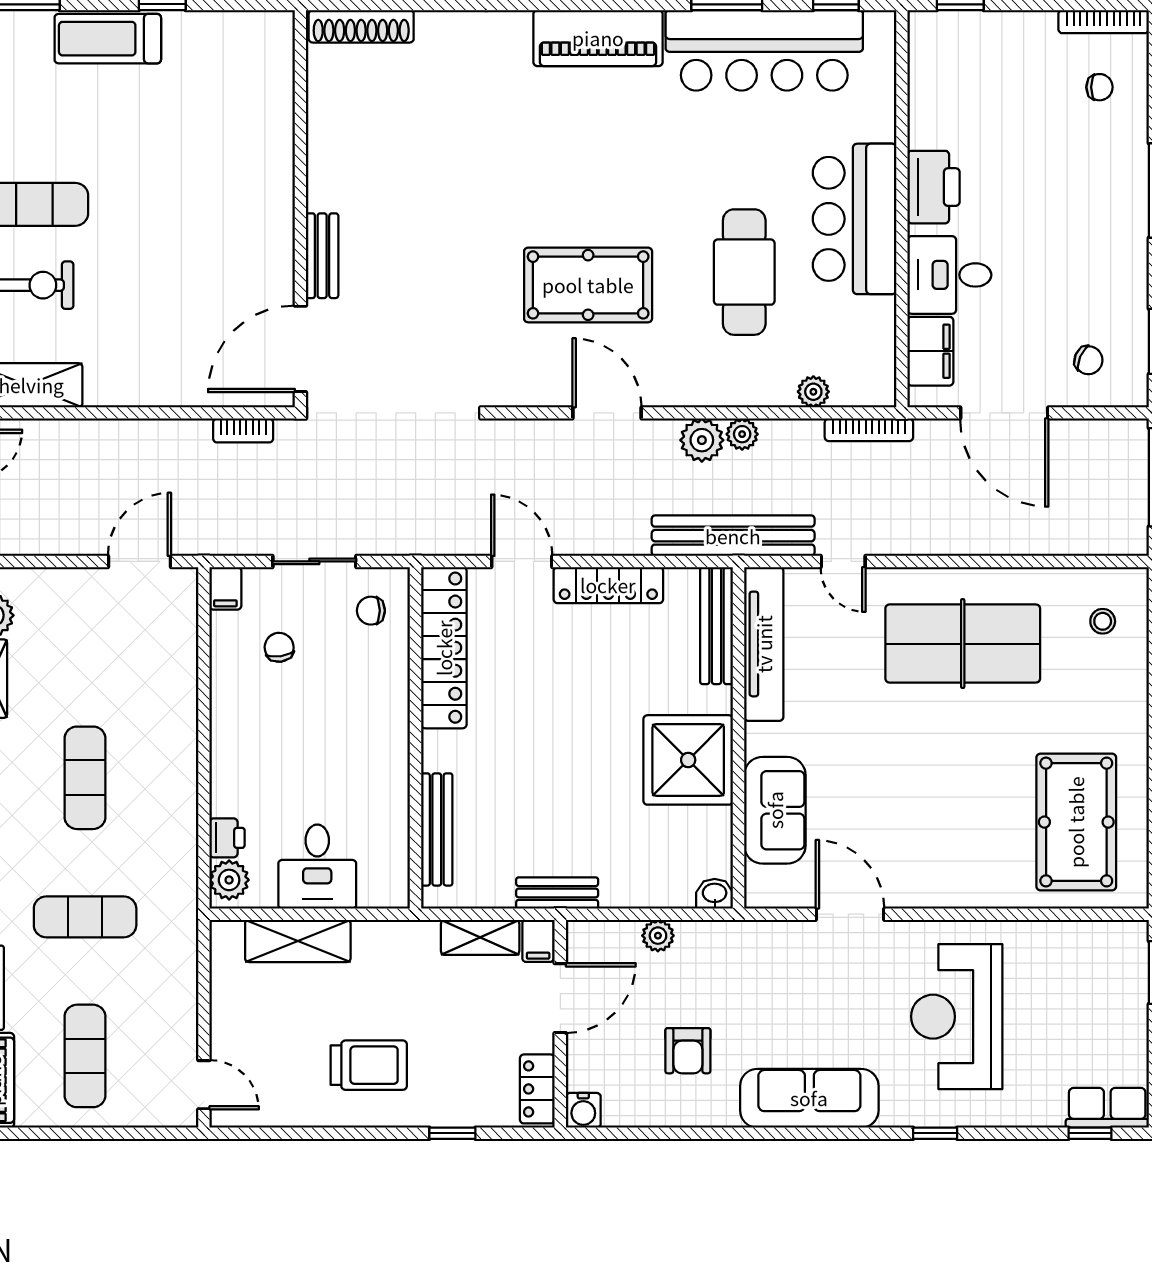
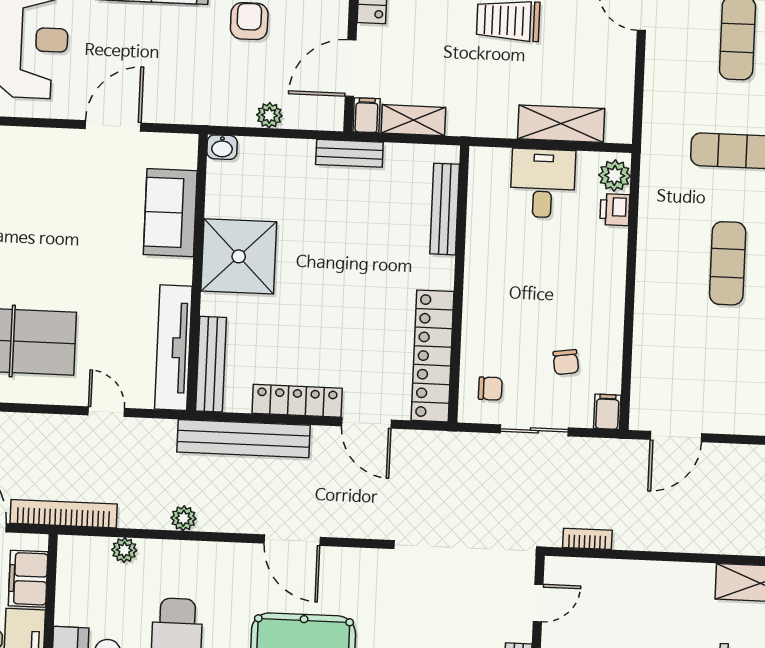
door: (300, 349) -> (538, 603), width x0.53
bookcase: (869, 430) -> (64, 514), width x1.48, depth x1.31
plant: (702, 440) -> (216, 515), removed
bench: (733, 536) -> (244, 439), moved
door: (850, 914) -> (113, 126), swing flipped

